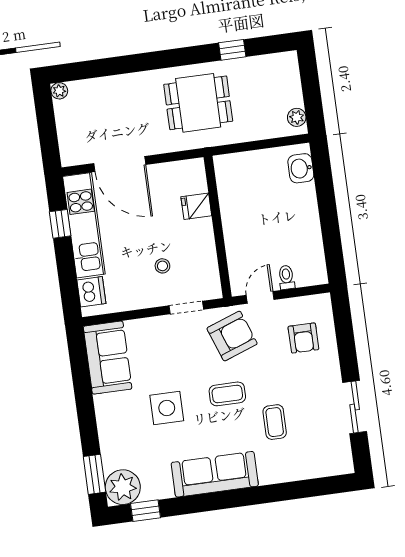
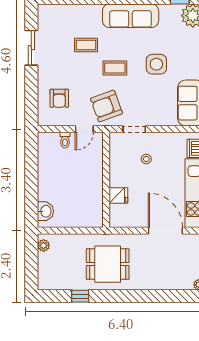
armchair: (303, 338) -> (59, 98), turned 180
coffee table: (275, 422) -> (86, 45), turned 90

